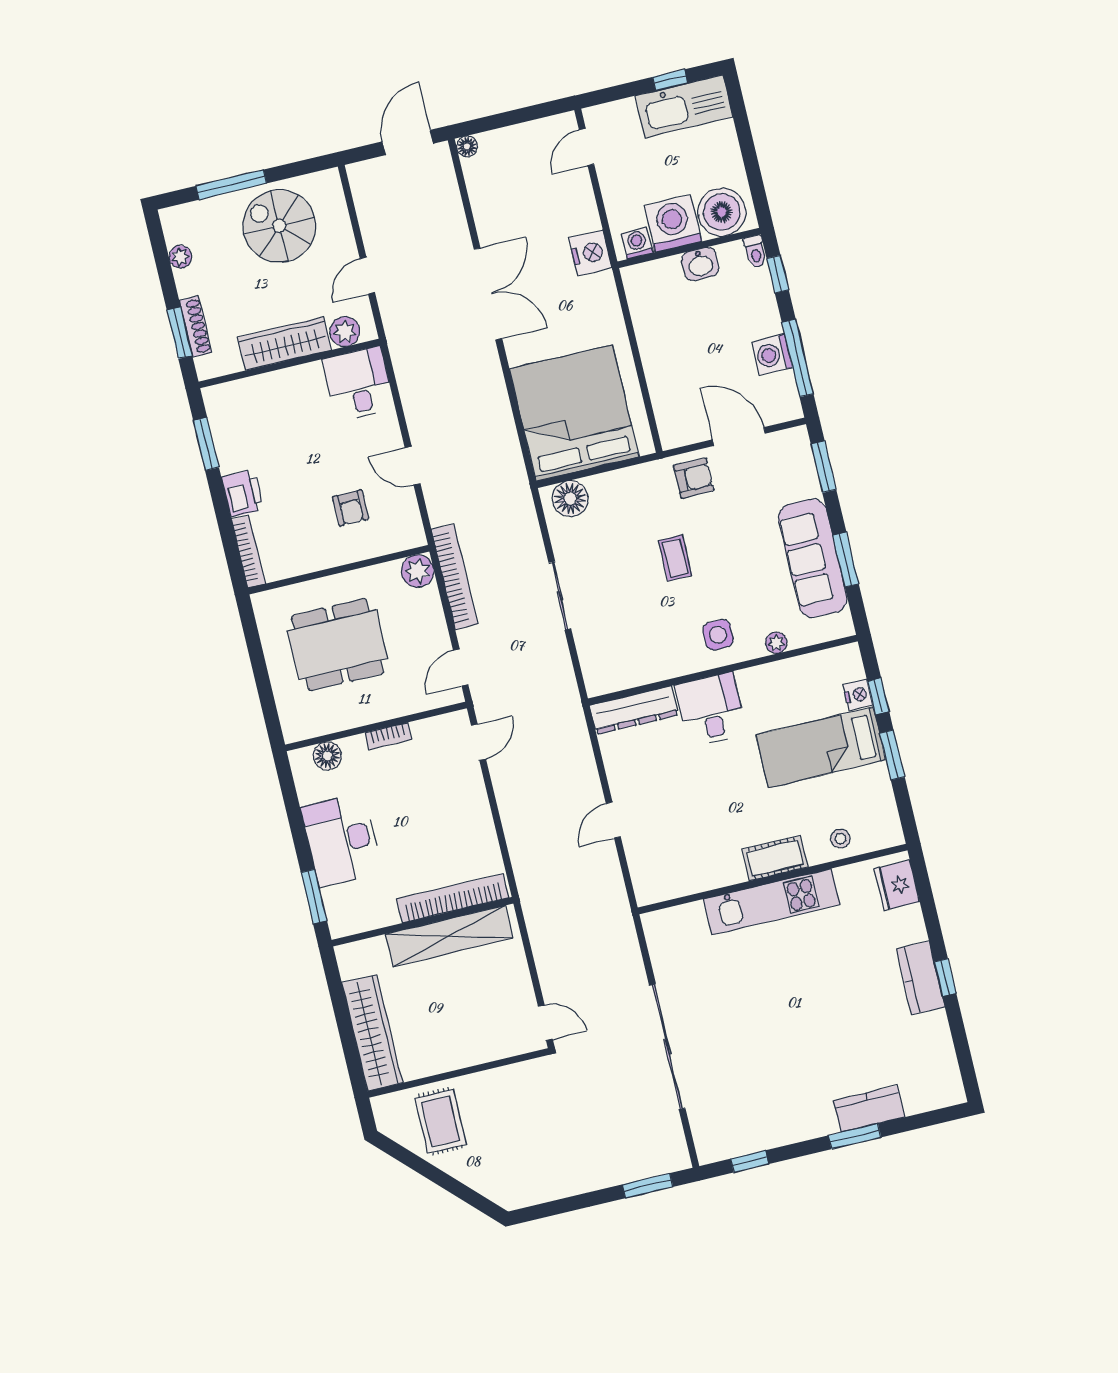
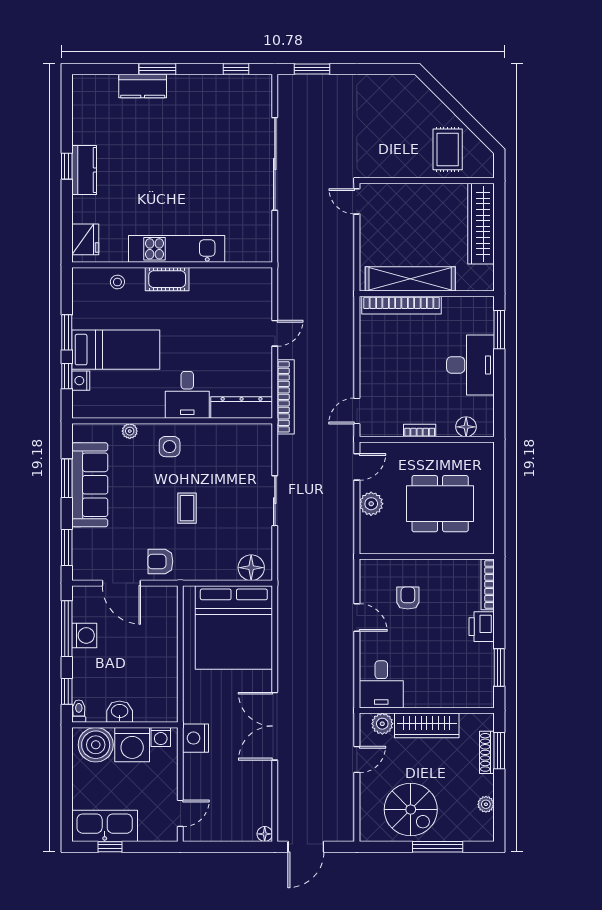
plant: (418, 571) -> (371, 504), moved
bookcase: (455, 577) -> (286, 397), moved, turned 180

